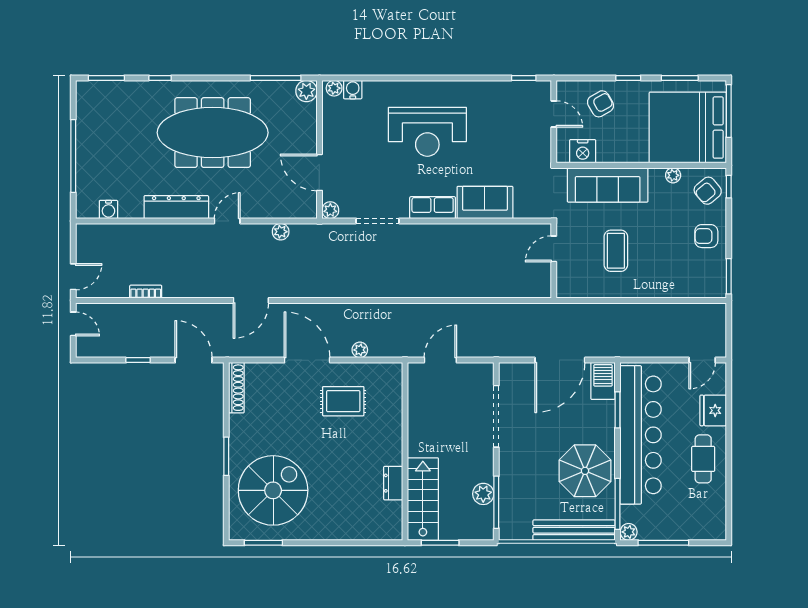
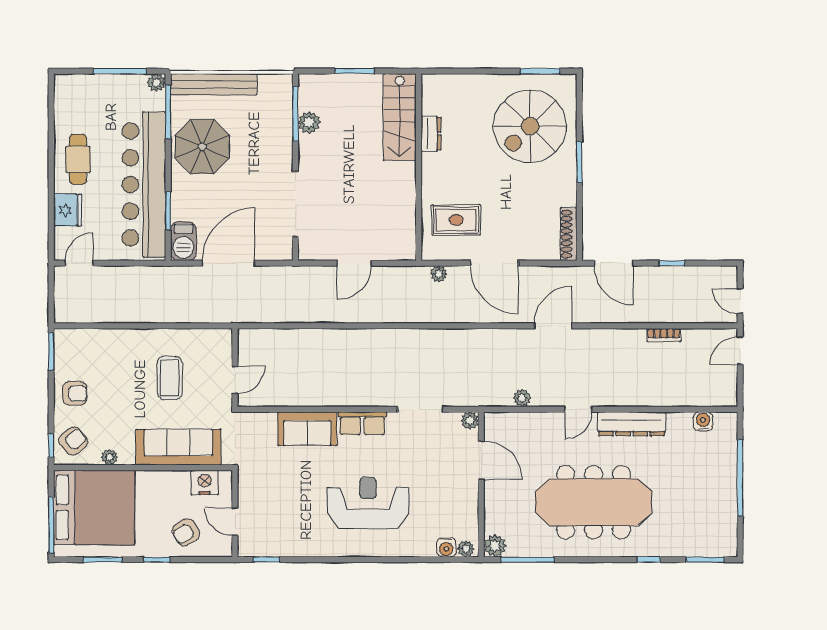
wall: (405, 451) -> (419, 167), moved
dresser: (393, 483) -> (431, 134), moved
stairs: (423, 499) -> (400, 117), moved

